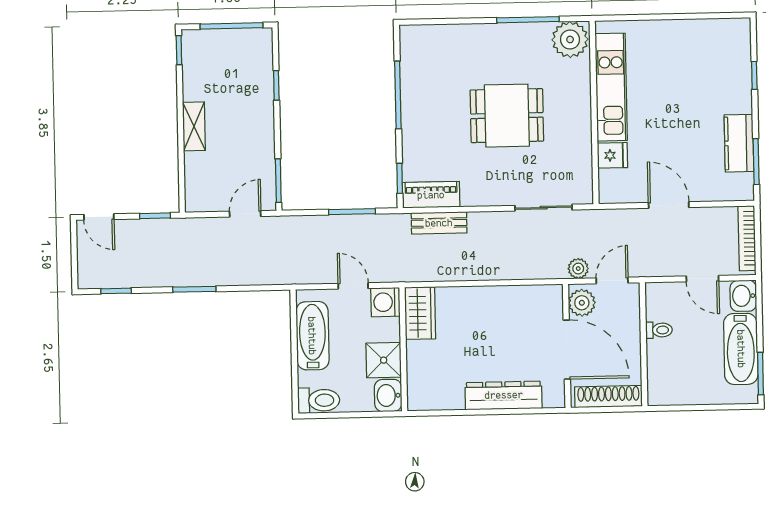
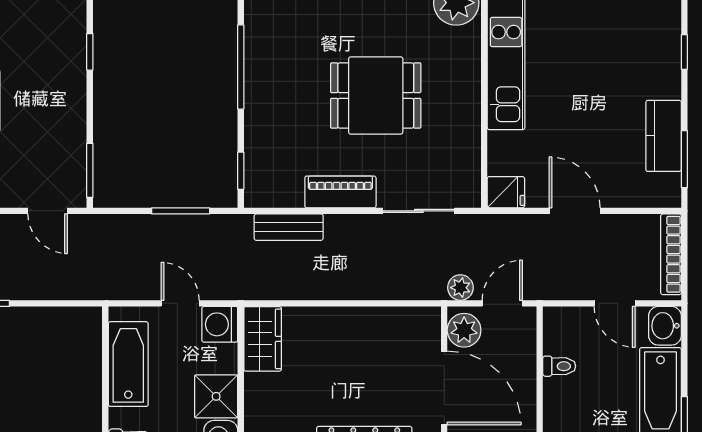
fridge: (612, 155) -> (506, 192), moved
piano: (431, 195) -> (340, 192), moved
door: (245, 214) -> (48, 211), swing flipped

